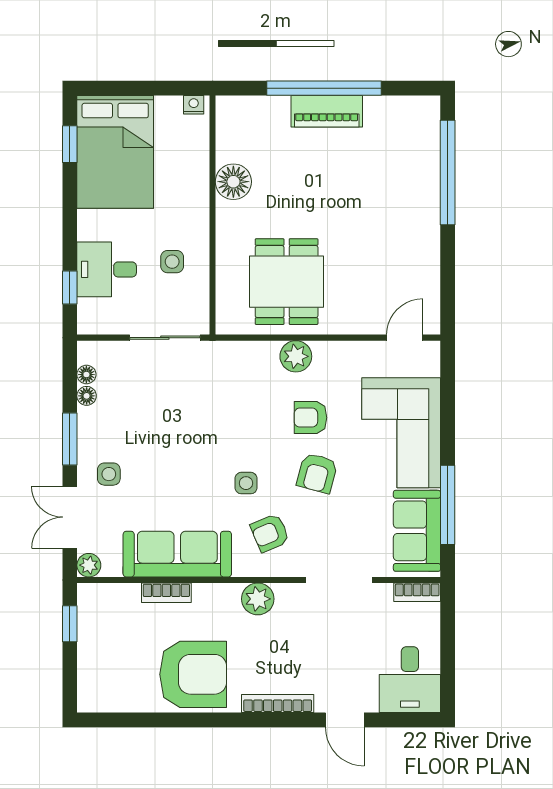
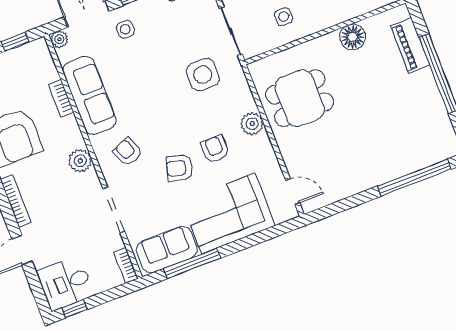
piano: (327, 111) -> (410, 46), moved
side table: (246, 483) -> (203, 75), moved, width x1.87, depth x1.87
window: (448, 681) -> (75, 309), added

